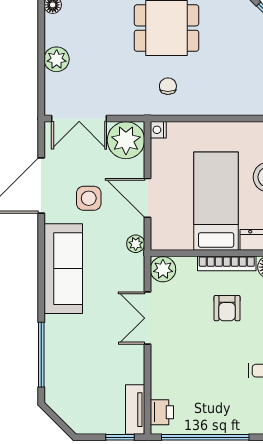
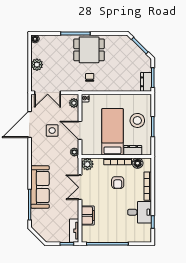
plant: (126, 140) -> (74, 103), width x0.53, depth x0.53
sofa: (63, 269) -> (40, 187), moved
filing cabinet: (164, 377) -> (88, 215), added
printer: (162, 412) -> (87, 232), removed

